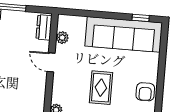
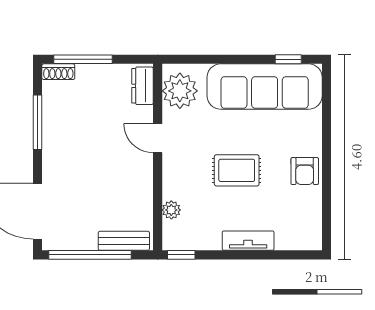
plant: (62, 38) -> (180, 91), width x1.88, depth x1.88
rug: (101, 88) -> (237, 170), turned 90

